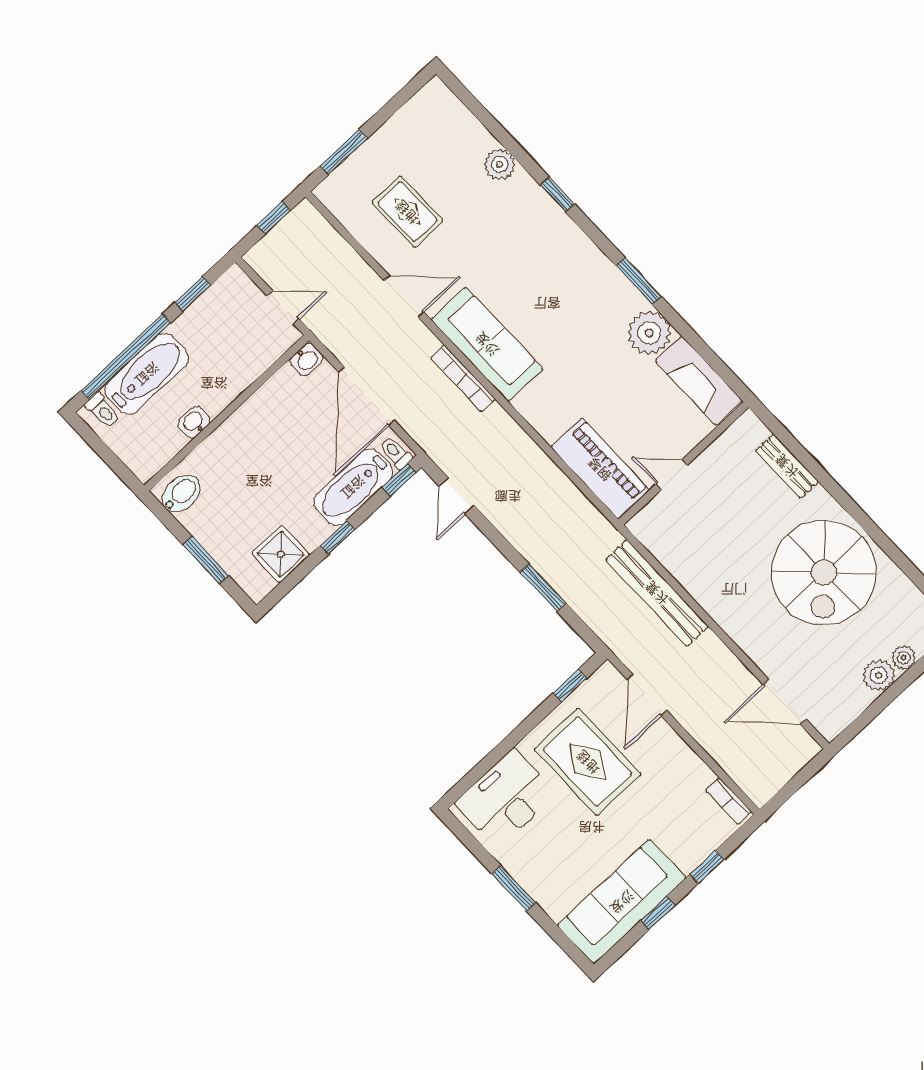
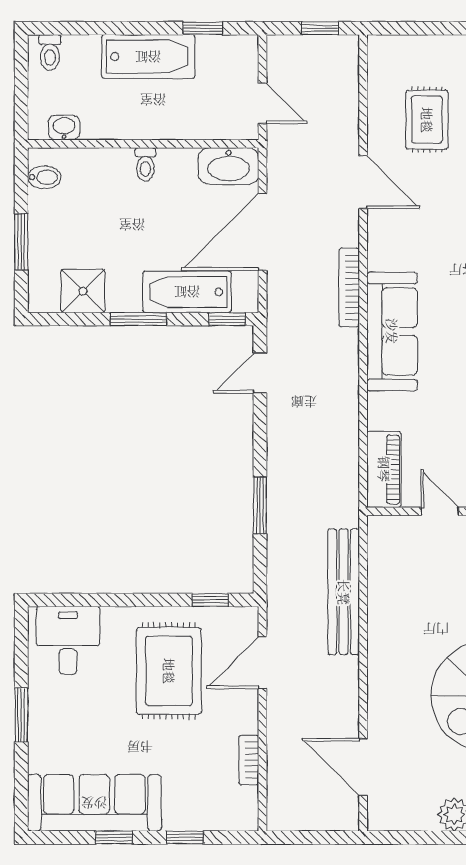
window: (344, 152) -> (421, 28), removed
sofa: (487, 344) -> (392, 331), moved
window: (126, 357) -> (106, 28), removed
washbasin: (307, 359) -> (229, 166), width x1.91, depth x1.45
bathtub: (147, 374) -> (148, 57), moved
washbasin: (194, 422) -> (64, 128), moved
toilet: (396, 453) -> (145, 164), moved, turned 180
piano: (600, 469) -> (384, 469), width x0.73, depth x0.75
bidet: (181, 494) -> (44, 177), width x0.72, depth x0.74
window: (337, 538) -> (139, 319), width x1.50
desk: (506, 798) -> (68, 640), width x0.73
bookcase: (729, 801) -> (249, 760), moved

